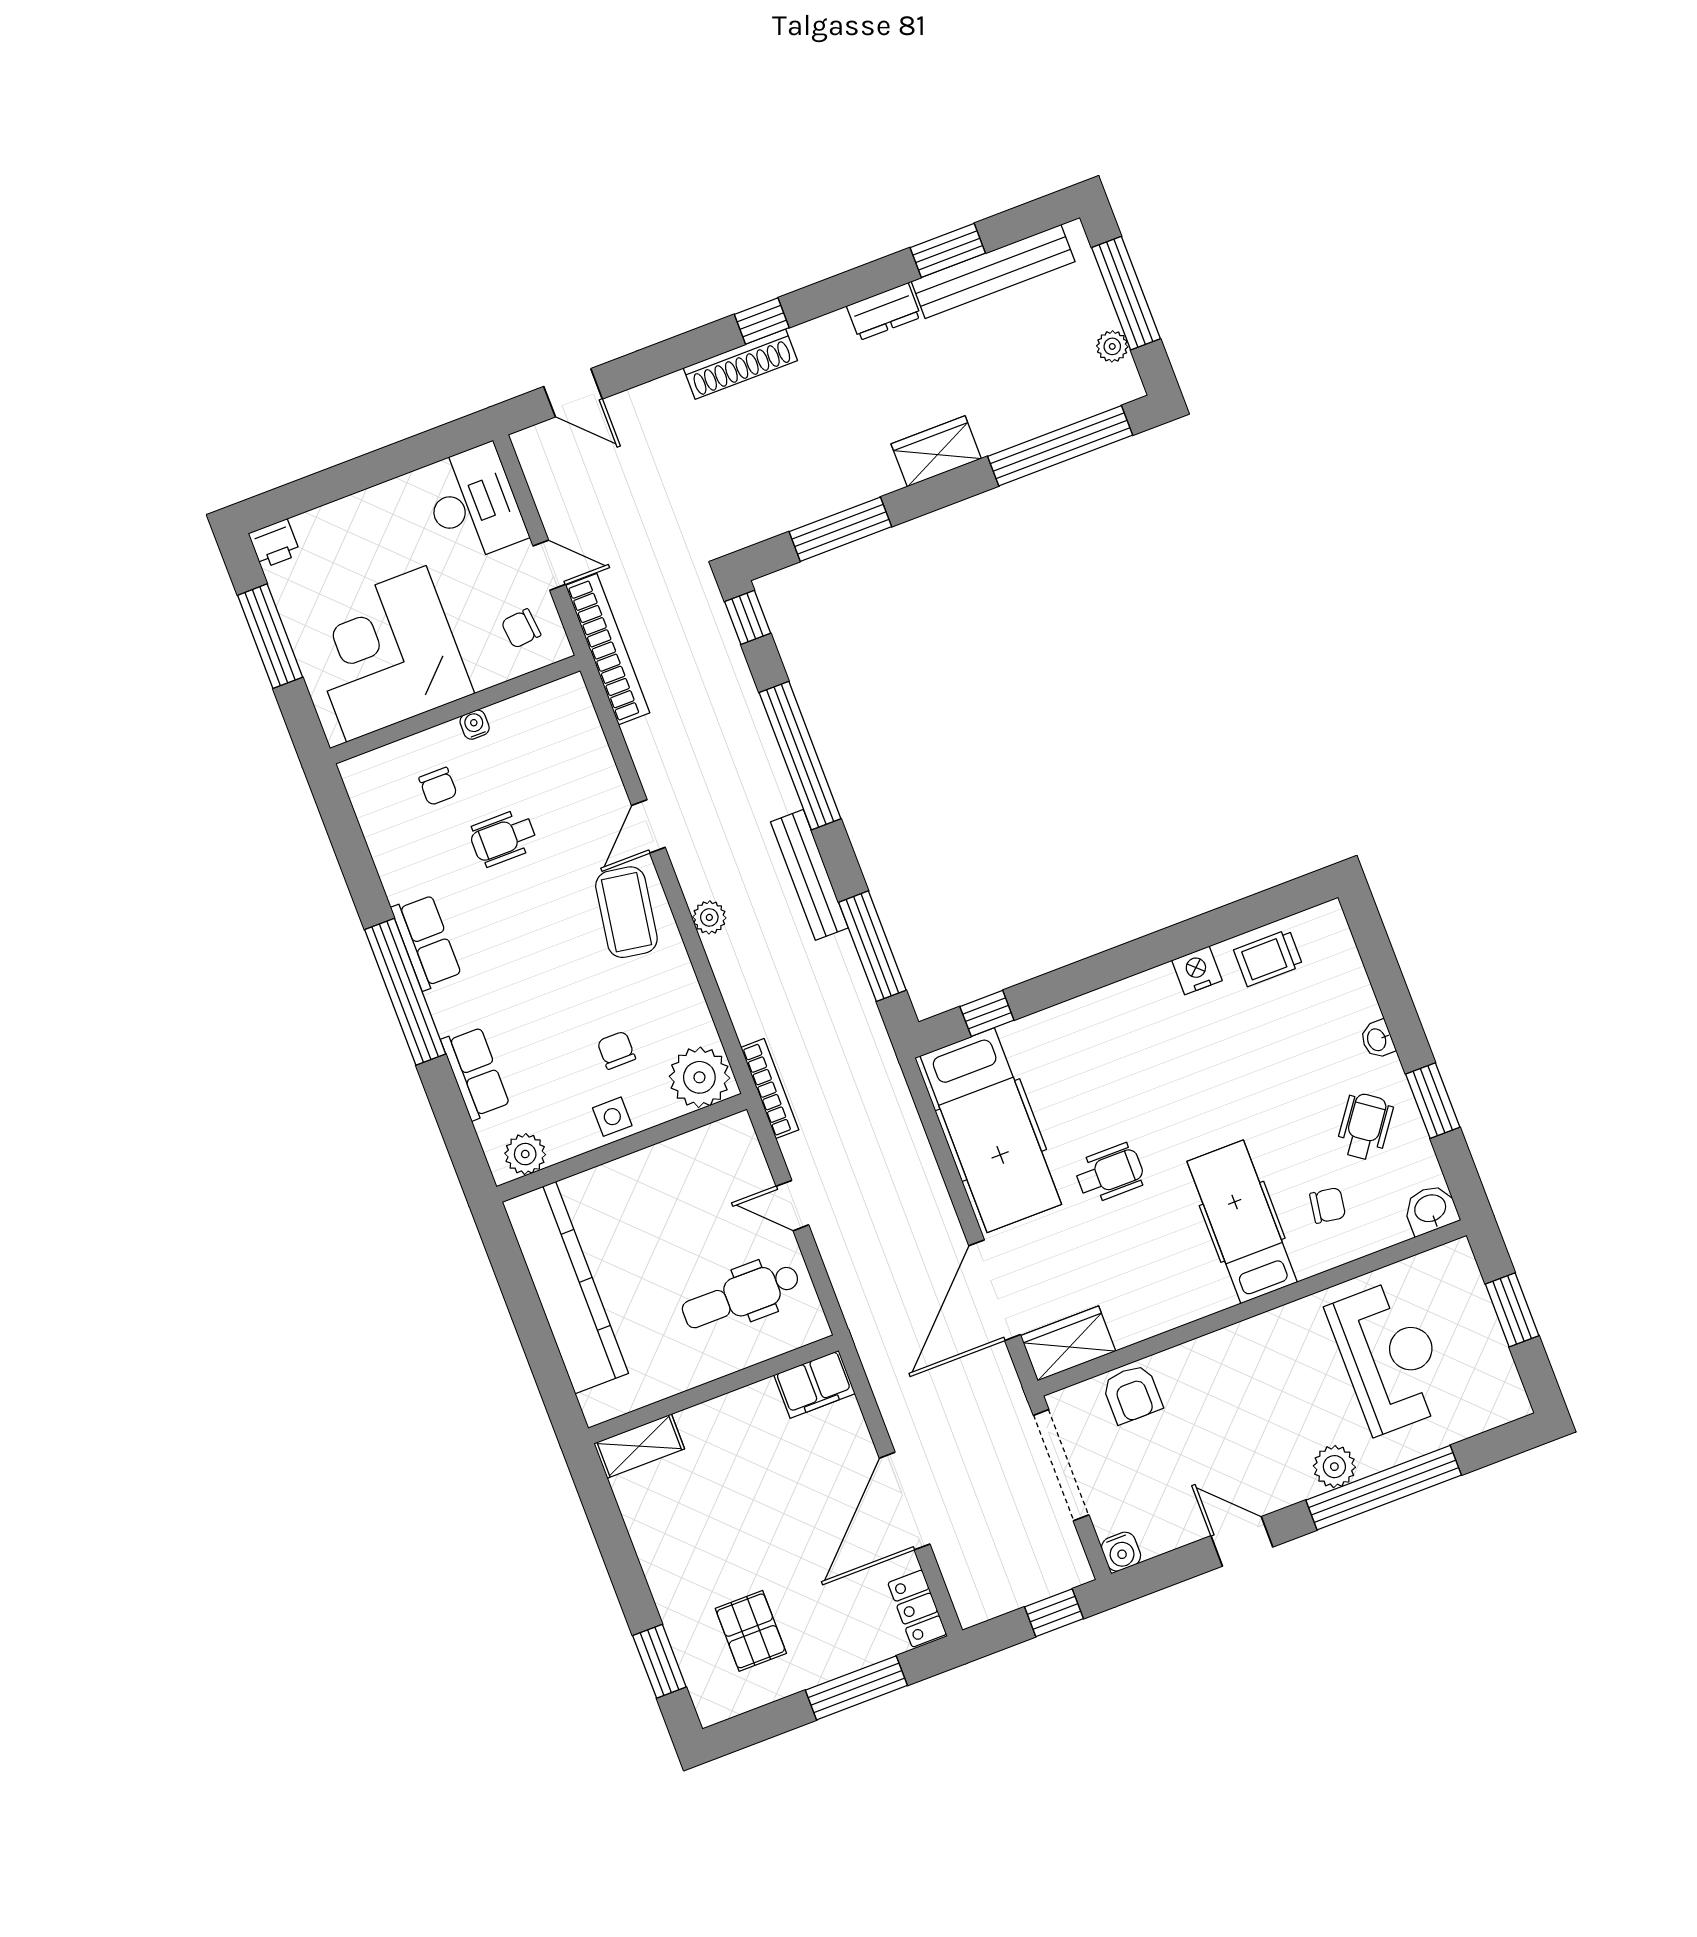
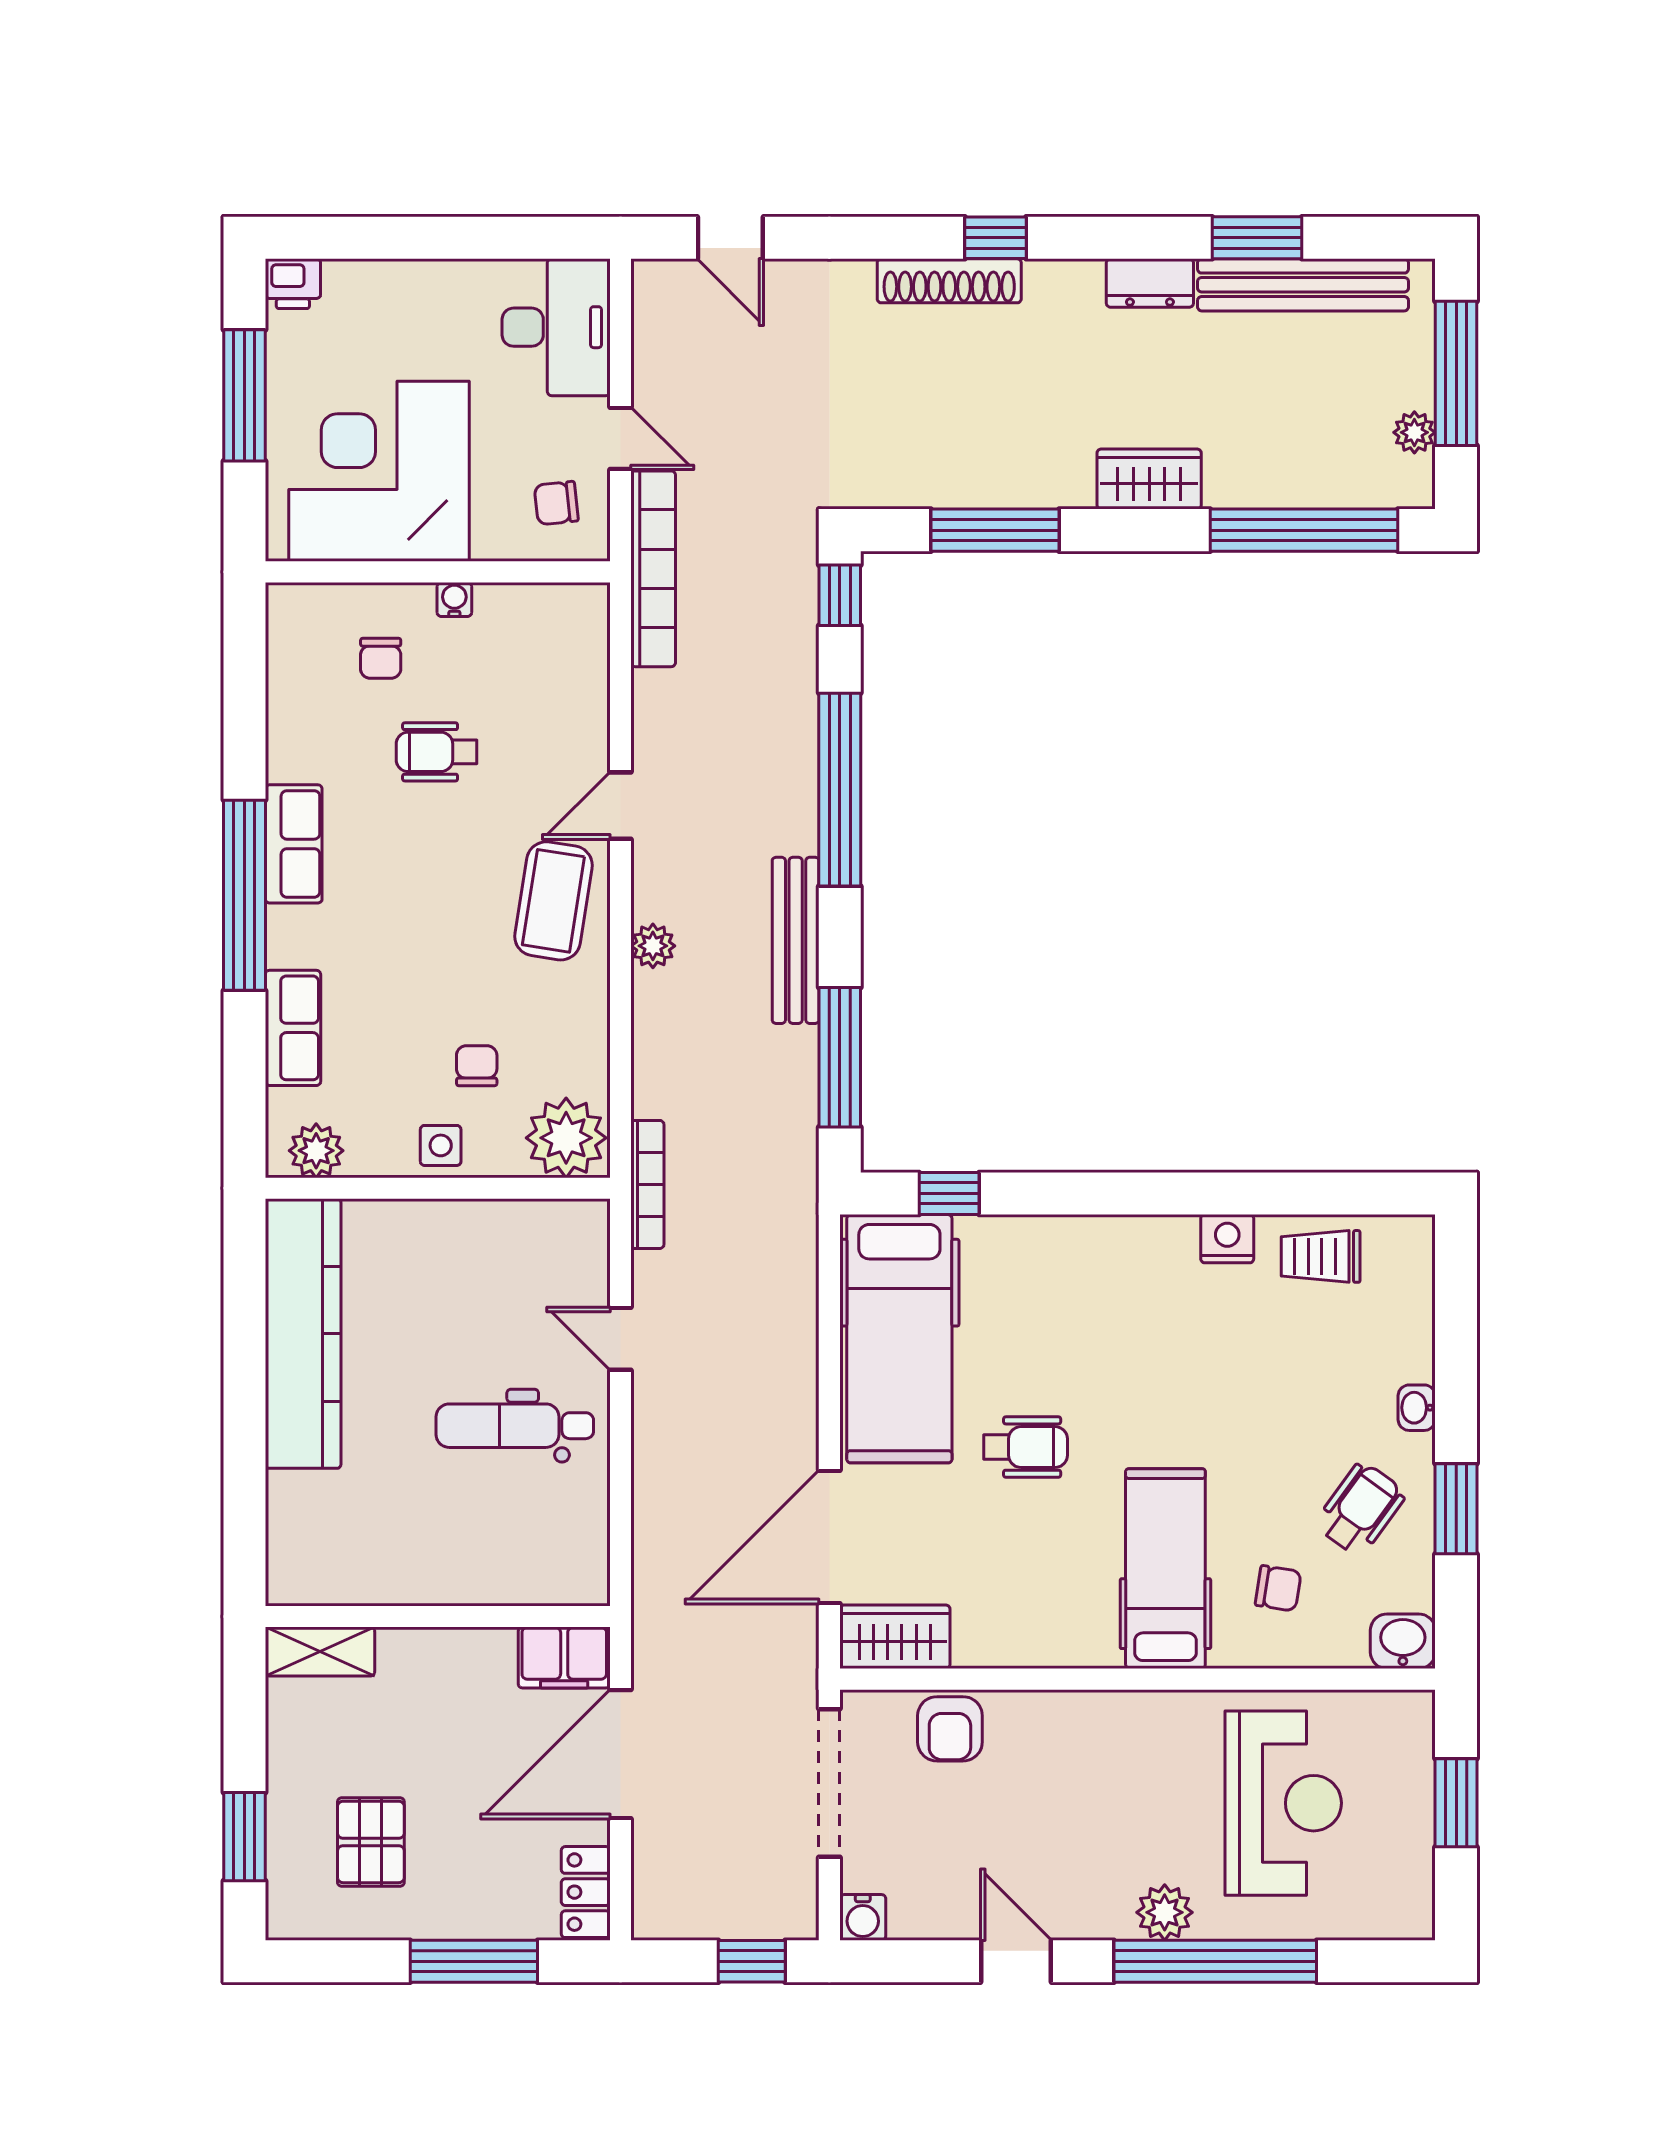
filing cabinet: (815, 1384) -> (564, 1657), moved
wall: (713, 1389) -> (438, 1616), moved
shelving: (639, 1446) -> (320, 1651), moved

